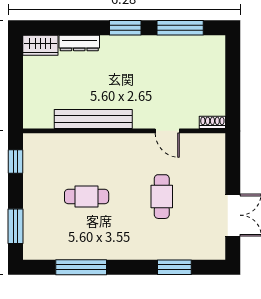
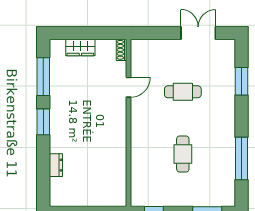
dresser: (79, 43) -> (56, 165), width x0.70
wardrobe: (40, 45) -> (80, 47), moved, turned 90
bench: (93, 119) -> (119, 149), removed

